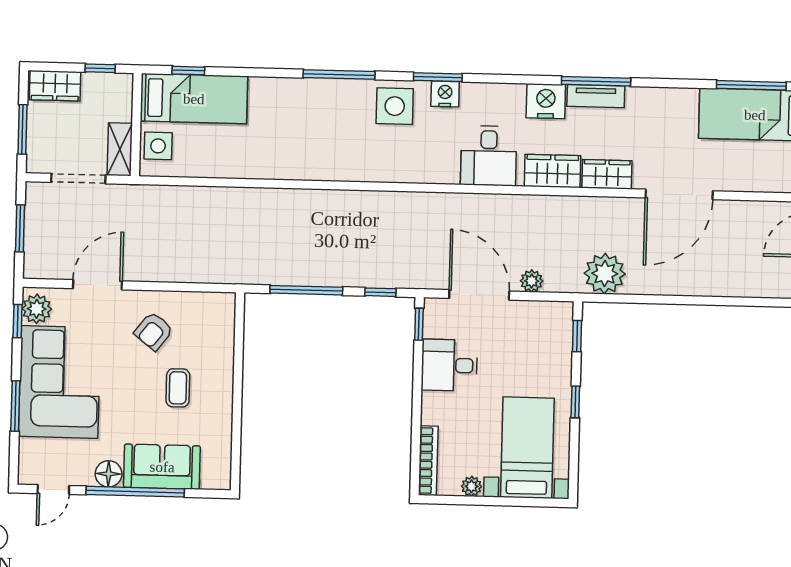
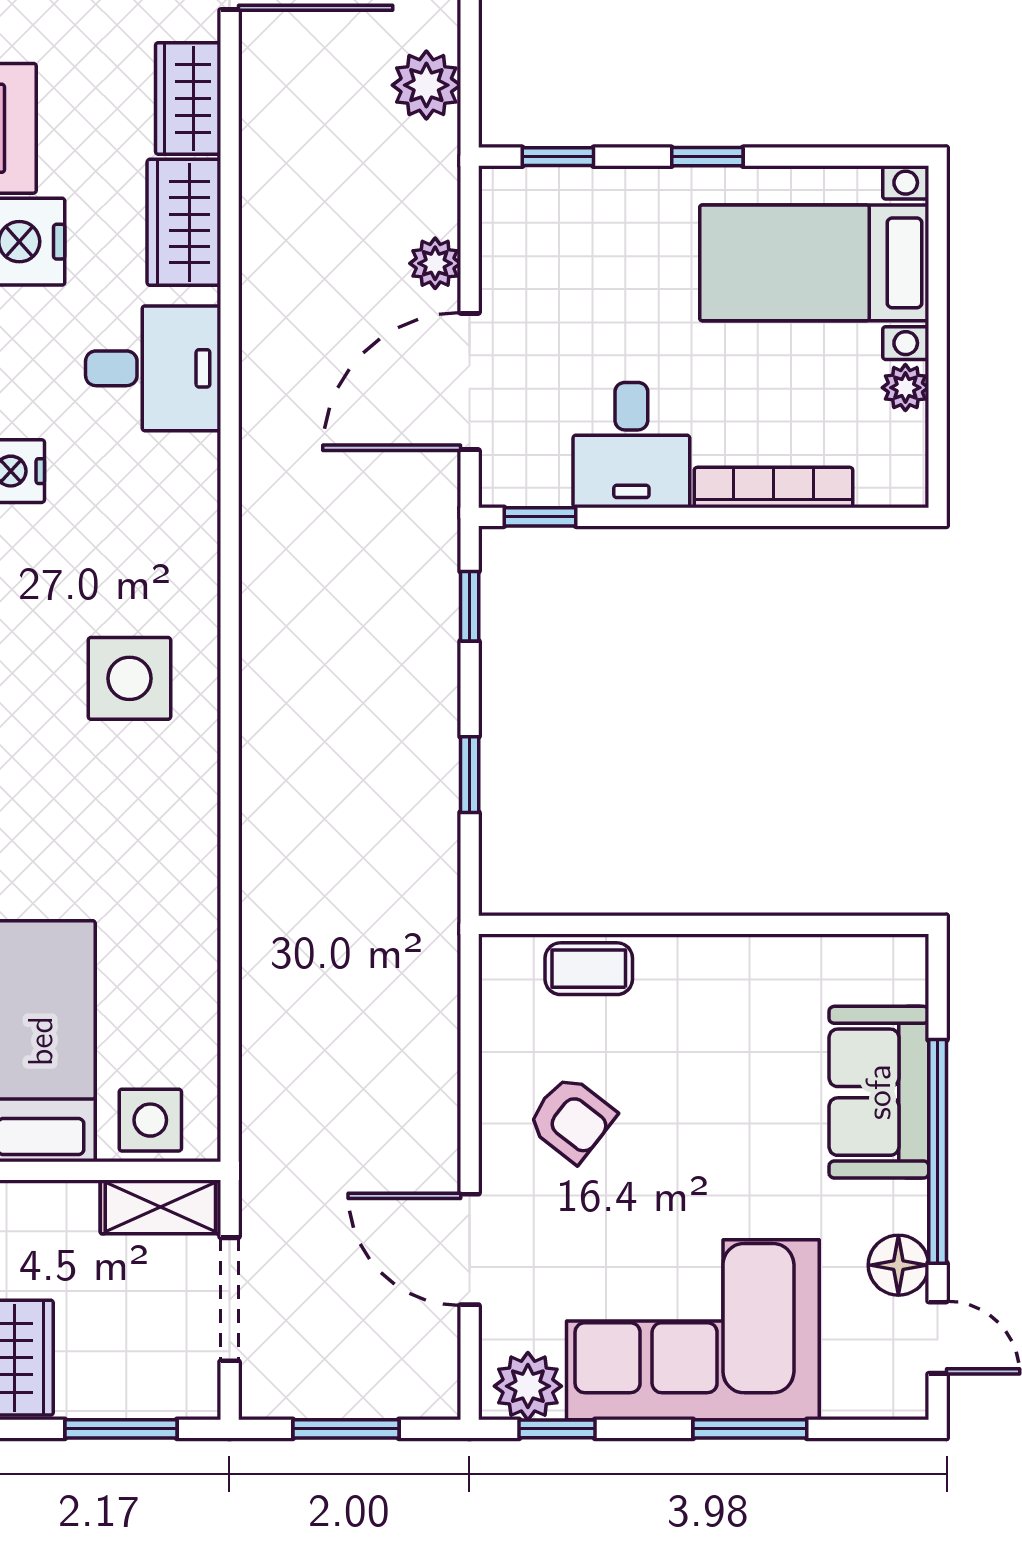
side table: (395, 106) -> (129, 678), moved
plant: (605, 274) -> (426, 85), width x0.73, depth x0.73
window: (306, 290) -> (470, 775), width x0.46
coffee table: (178, 388) -> (589, 969), moved
bookcase: (428, 461) -> (773, 488), moved
floor lamp: (109, 474) -> (898, 1265), moved

